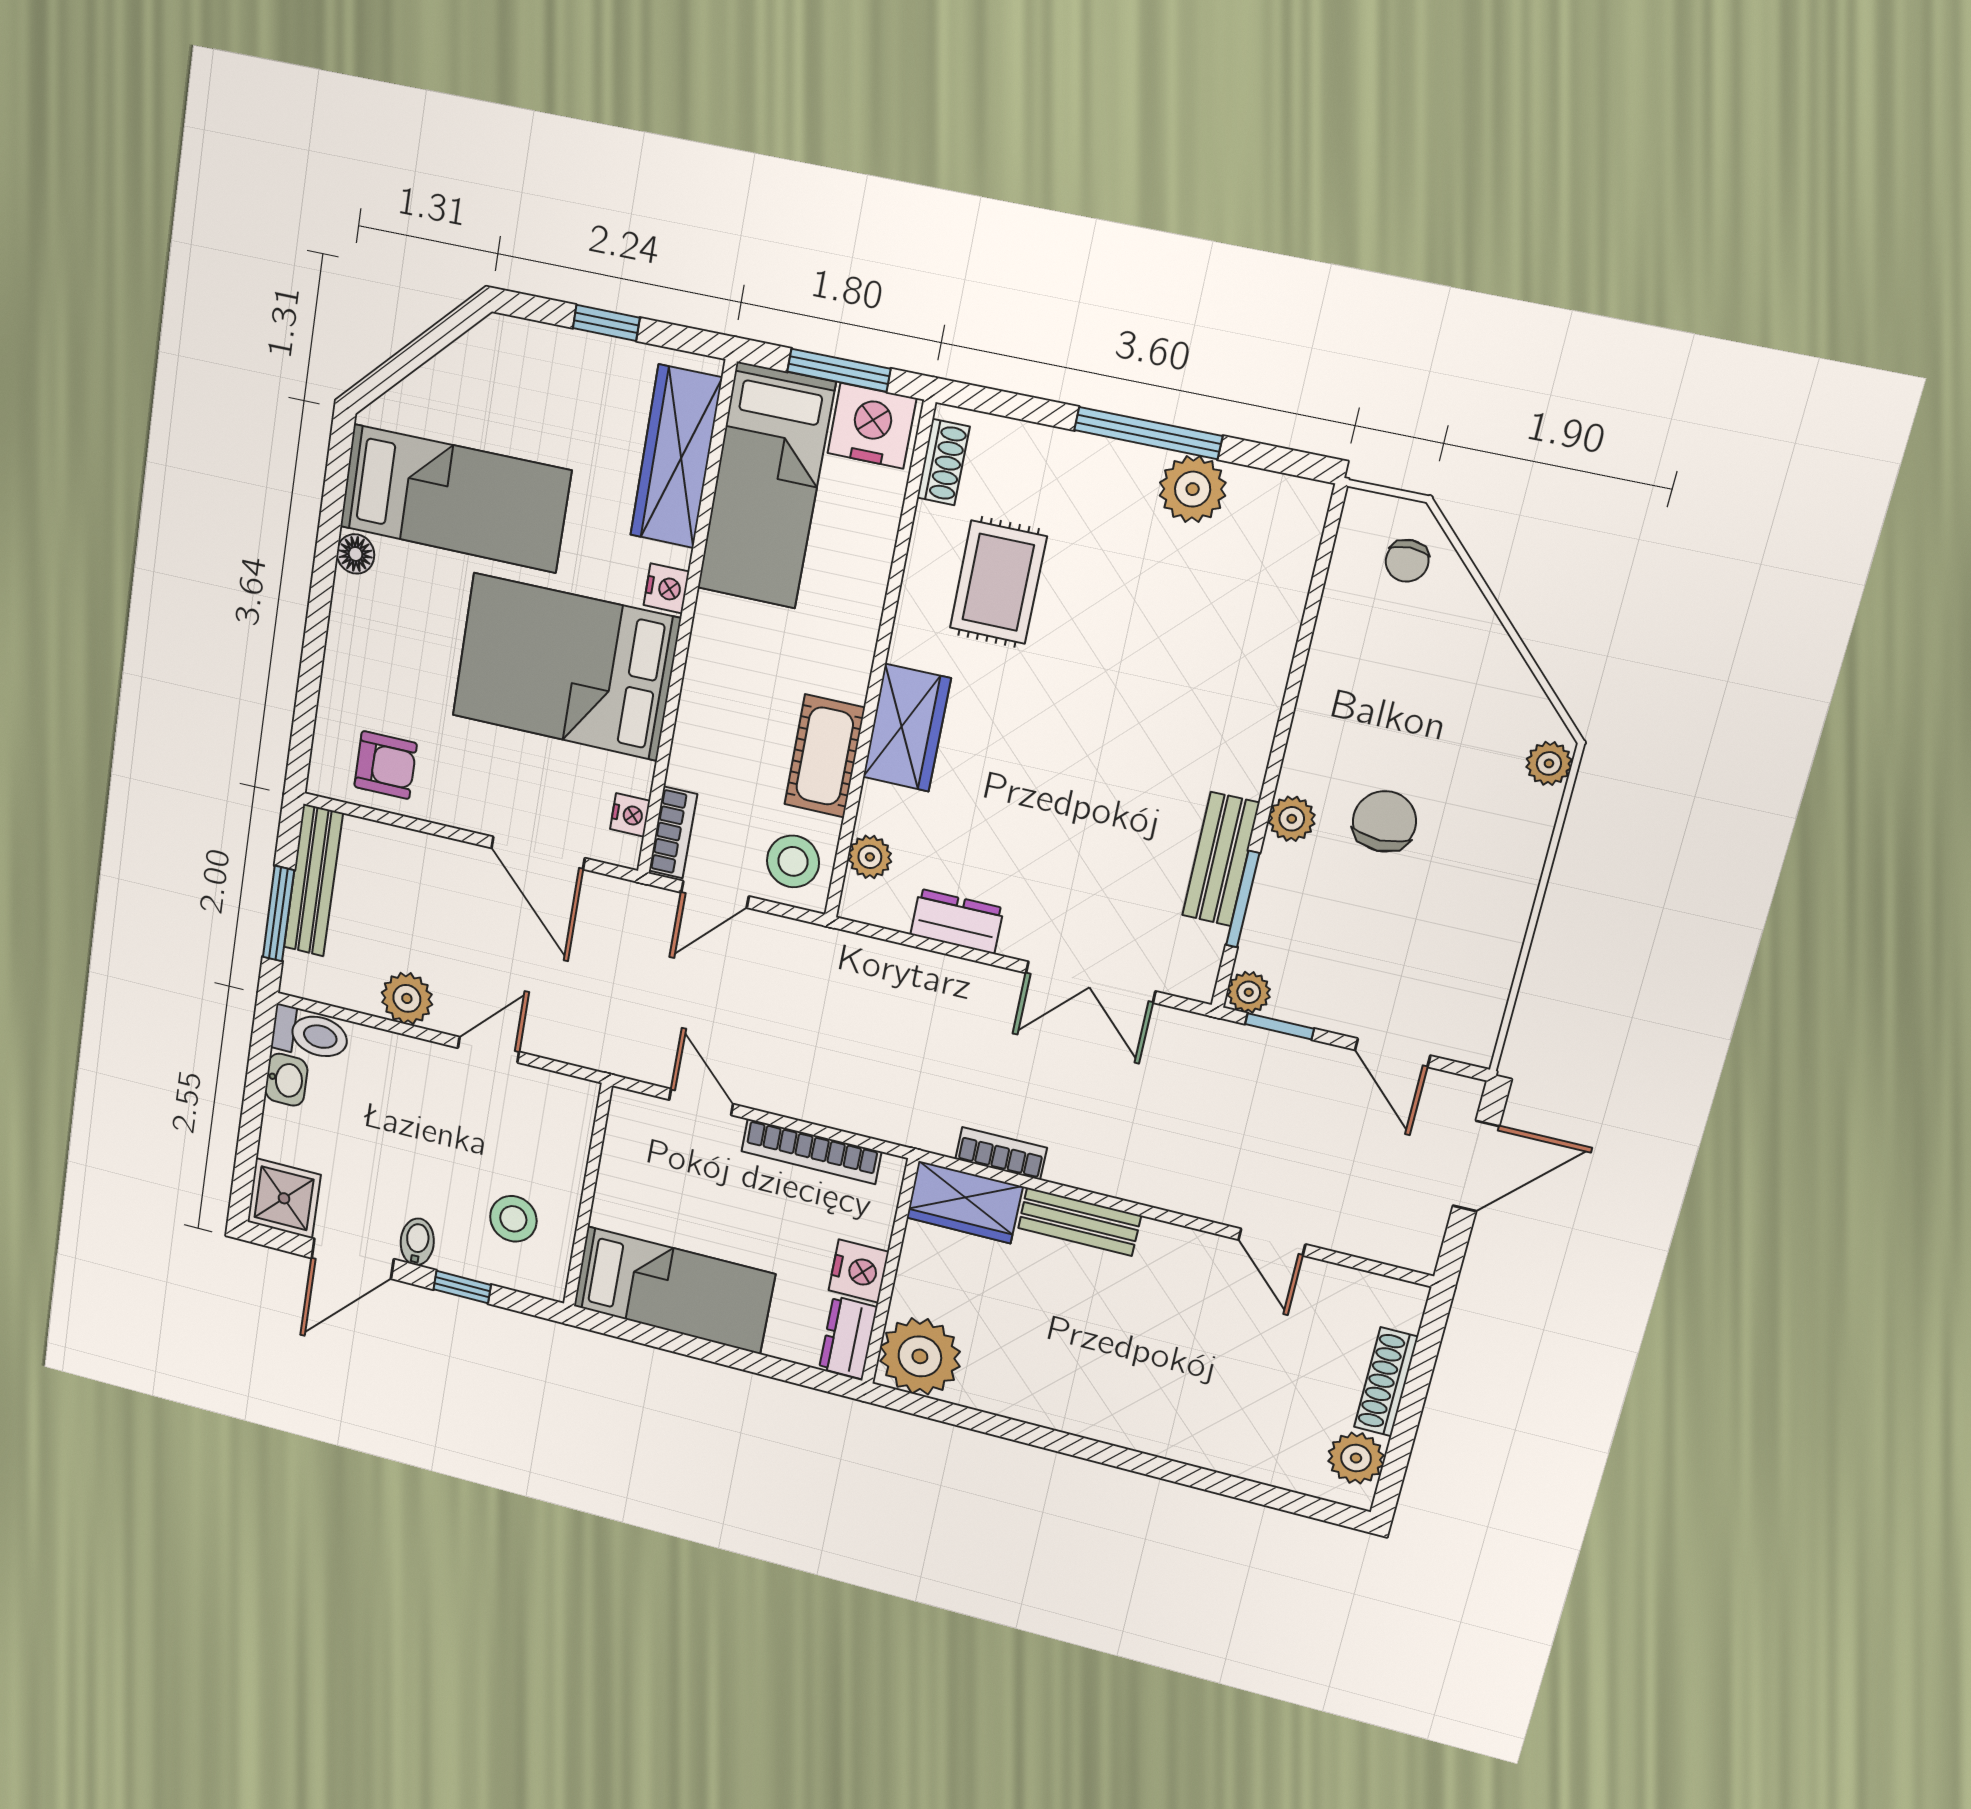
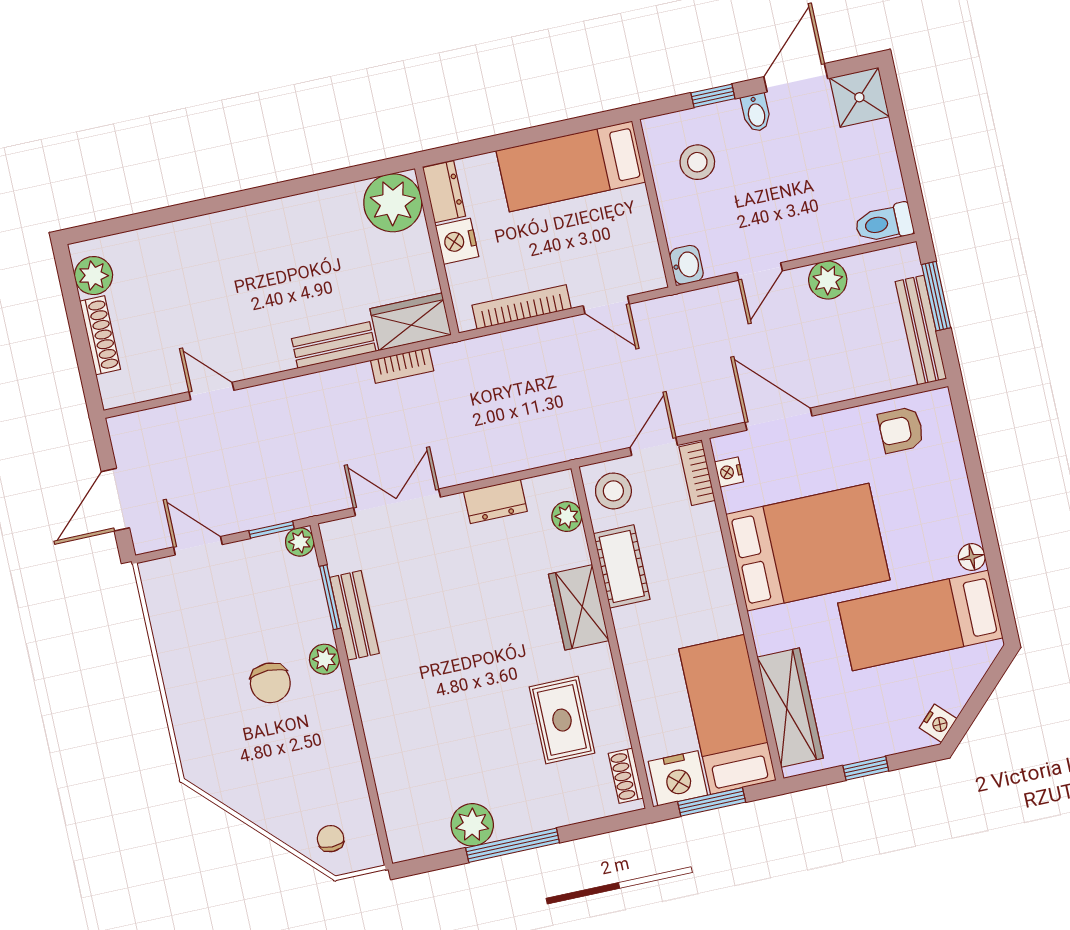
nightstand: (666, 588) -> (938, 723), moved, turned -135
plant: (1549, 763) -> (194, 760), removed
washbasin: (286, 1080) -> (686, 265), moved, turned 180

